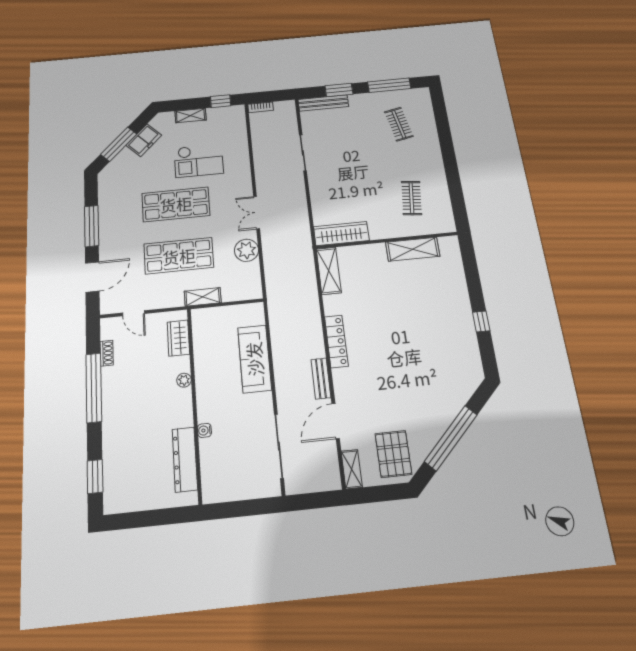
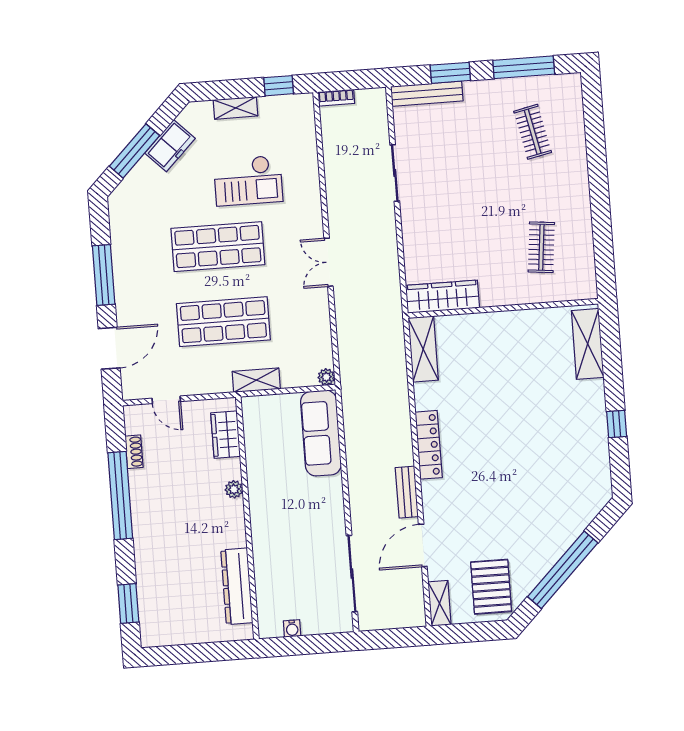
shelving: (413, 249) -> (588, 344), moved, turned 90
plant: (246, 250) -> (326, 377), moved, width x0.53, depth x0.53
sofa: (254, 359) -> (321, 433), moved
water cooler: (204, 430) -> (292, 628), moved, turned -90

